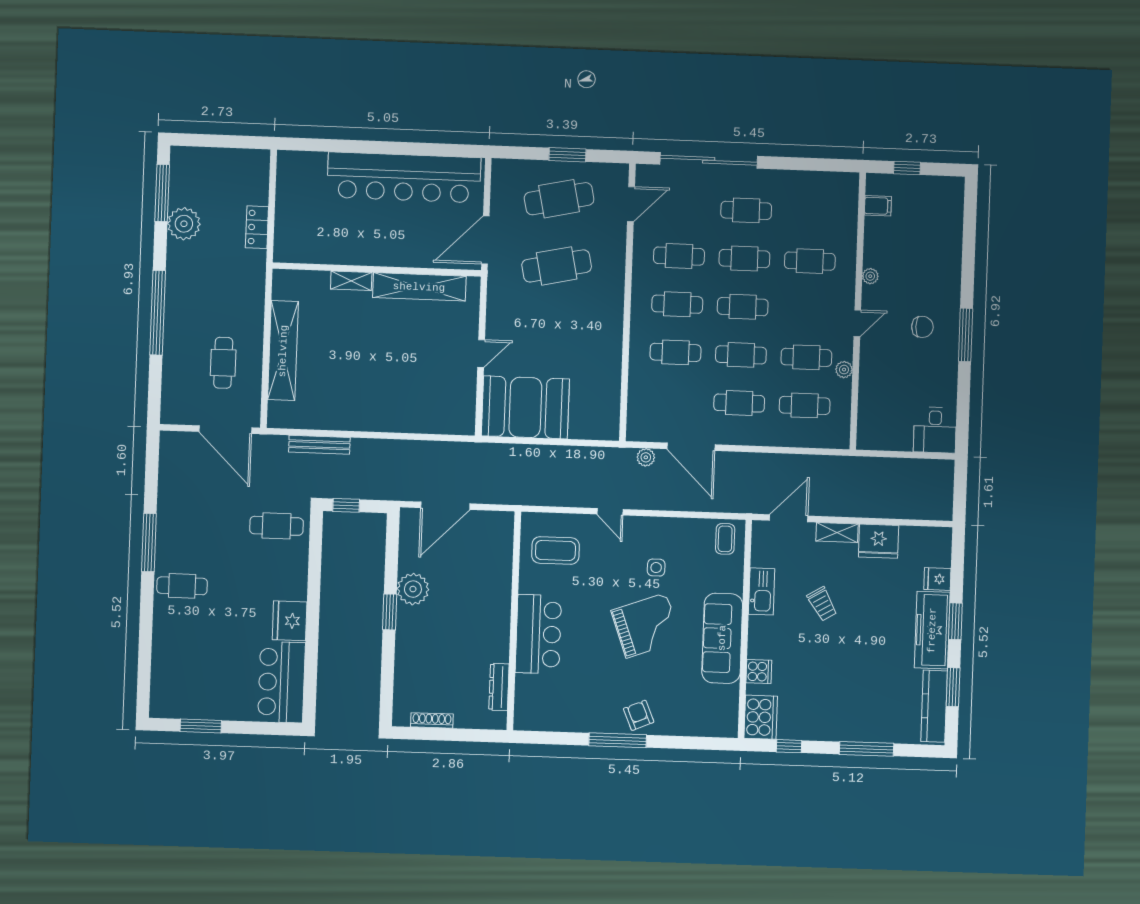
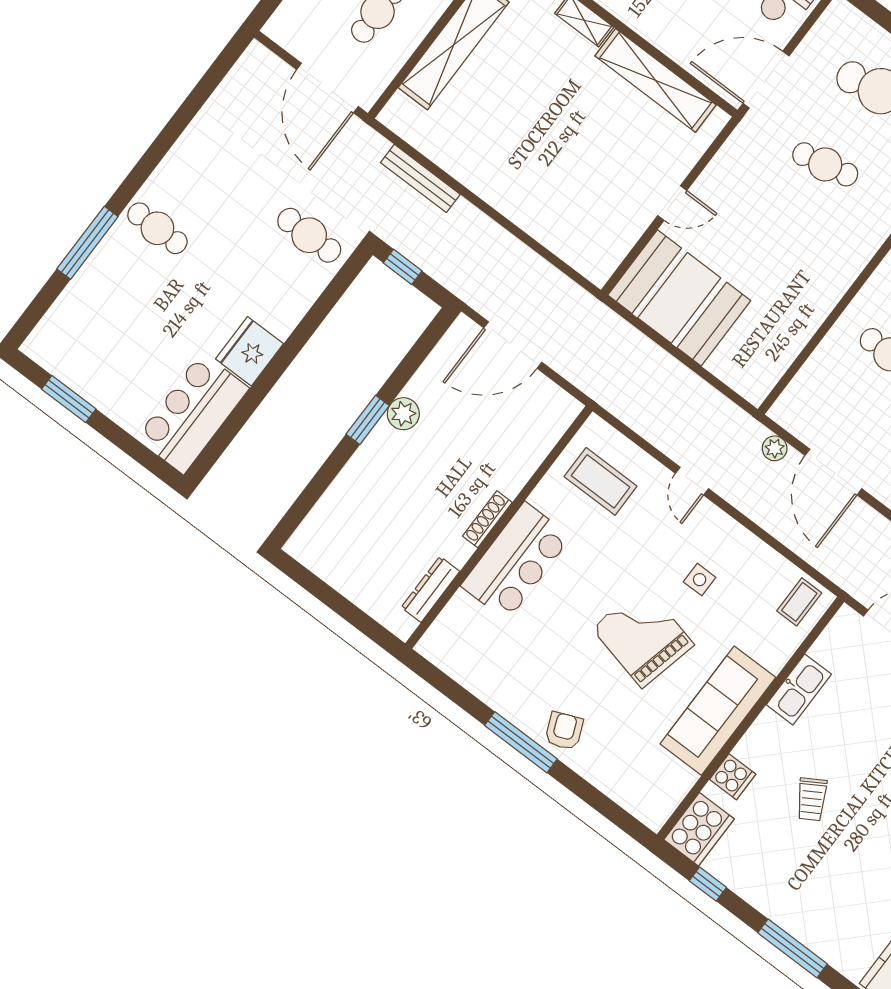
cafe table: (557, 266) -> (825, 164), width x0.73, depth x0.74
window: (149, 543) -> (87, 243), moved
plant: (413, 589) -> (403, 414), width x0.73, depth x0.73
trolley: (822, 604) -> (812, 799), moved
grand piano: (646, 625) -> (643, 636), turned -147
shoe rack: (432, 720) -> (487, 519), moved, turned -90

